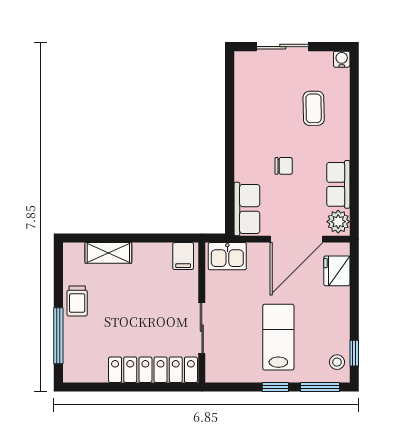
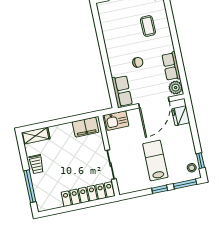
shelving: (108, 253) -> (36, 136), moved
filing cabinet: (183, 256) -> (86, 127), width x2.00

